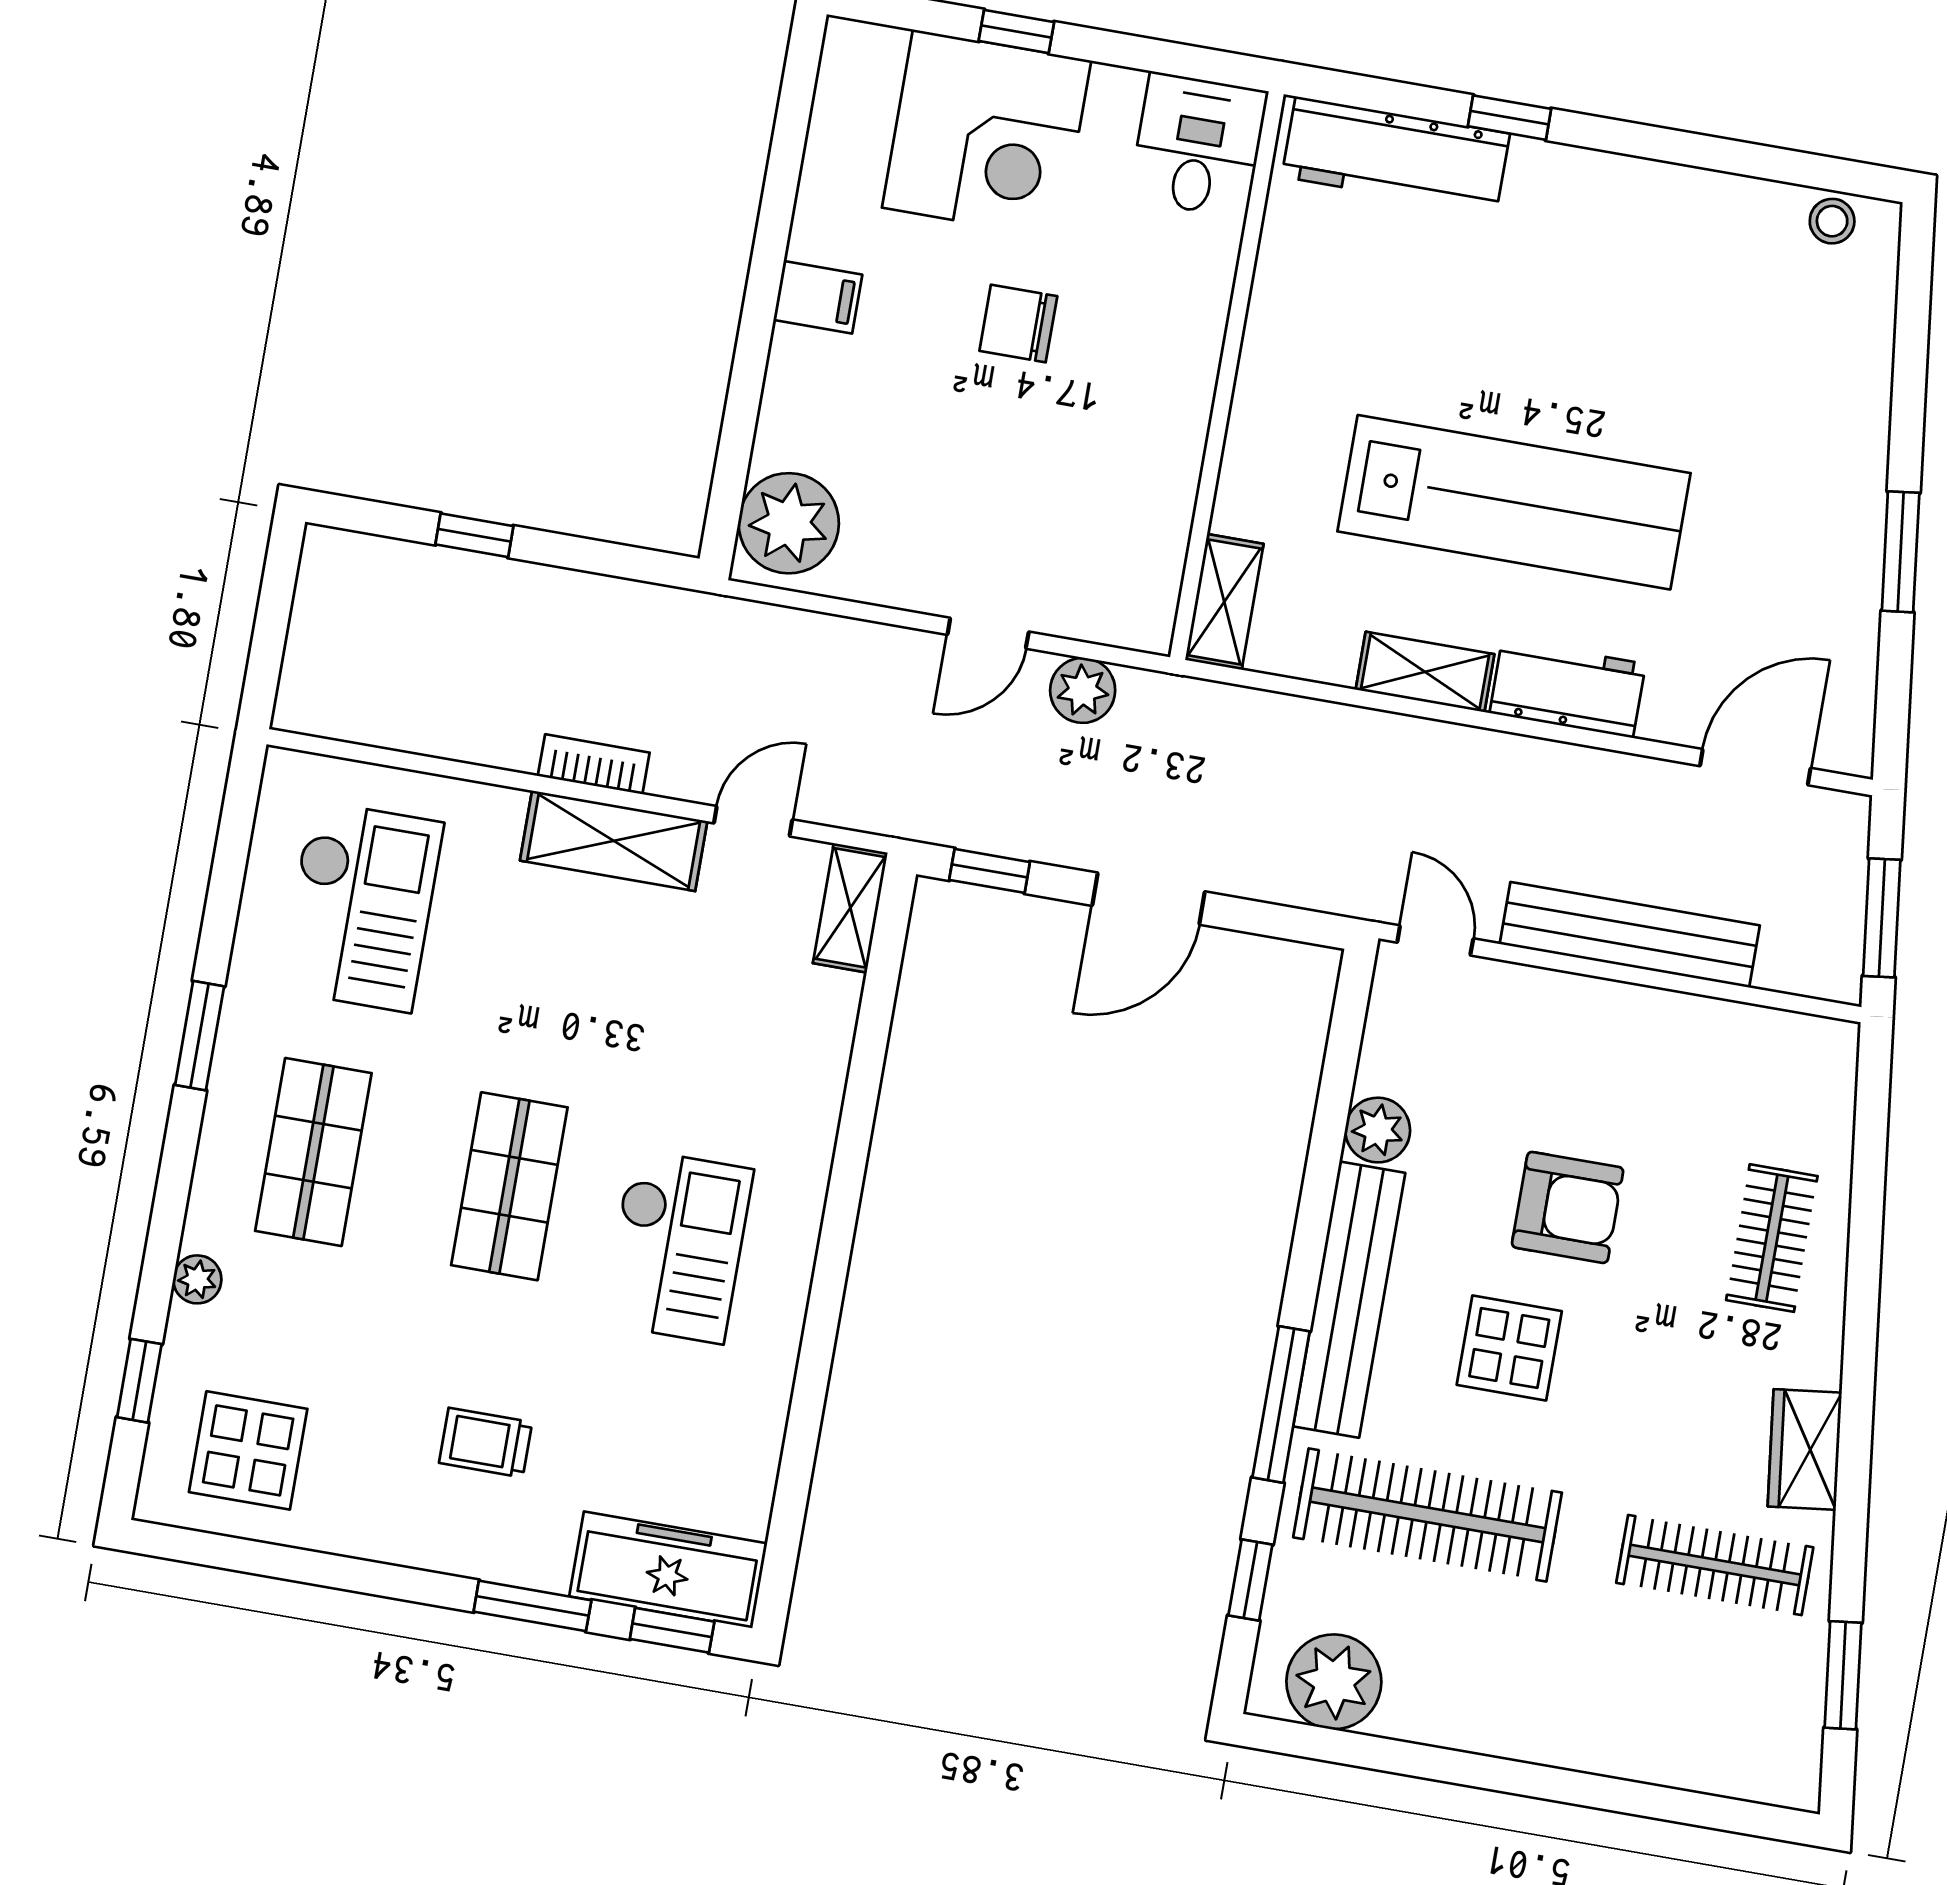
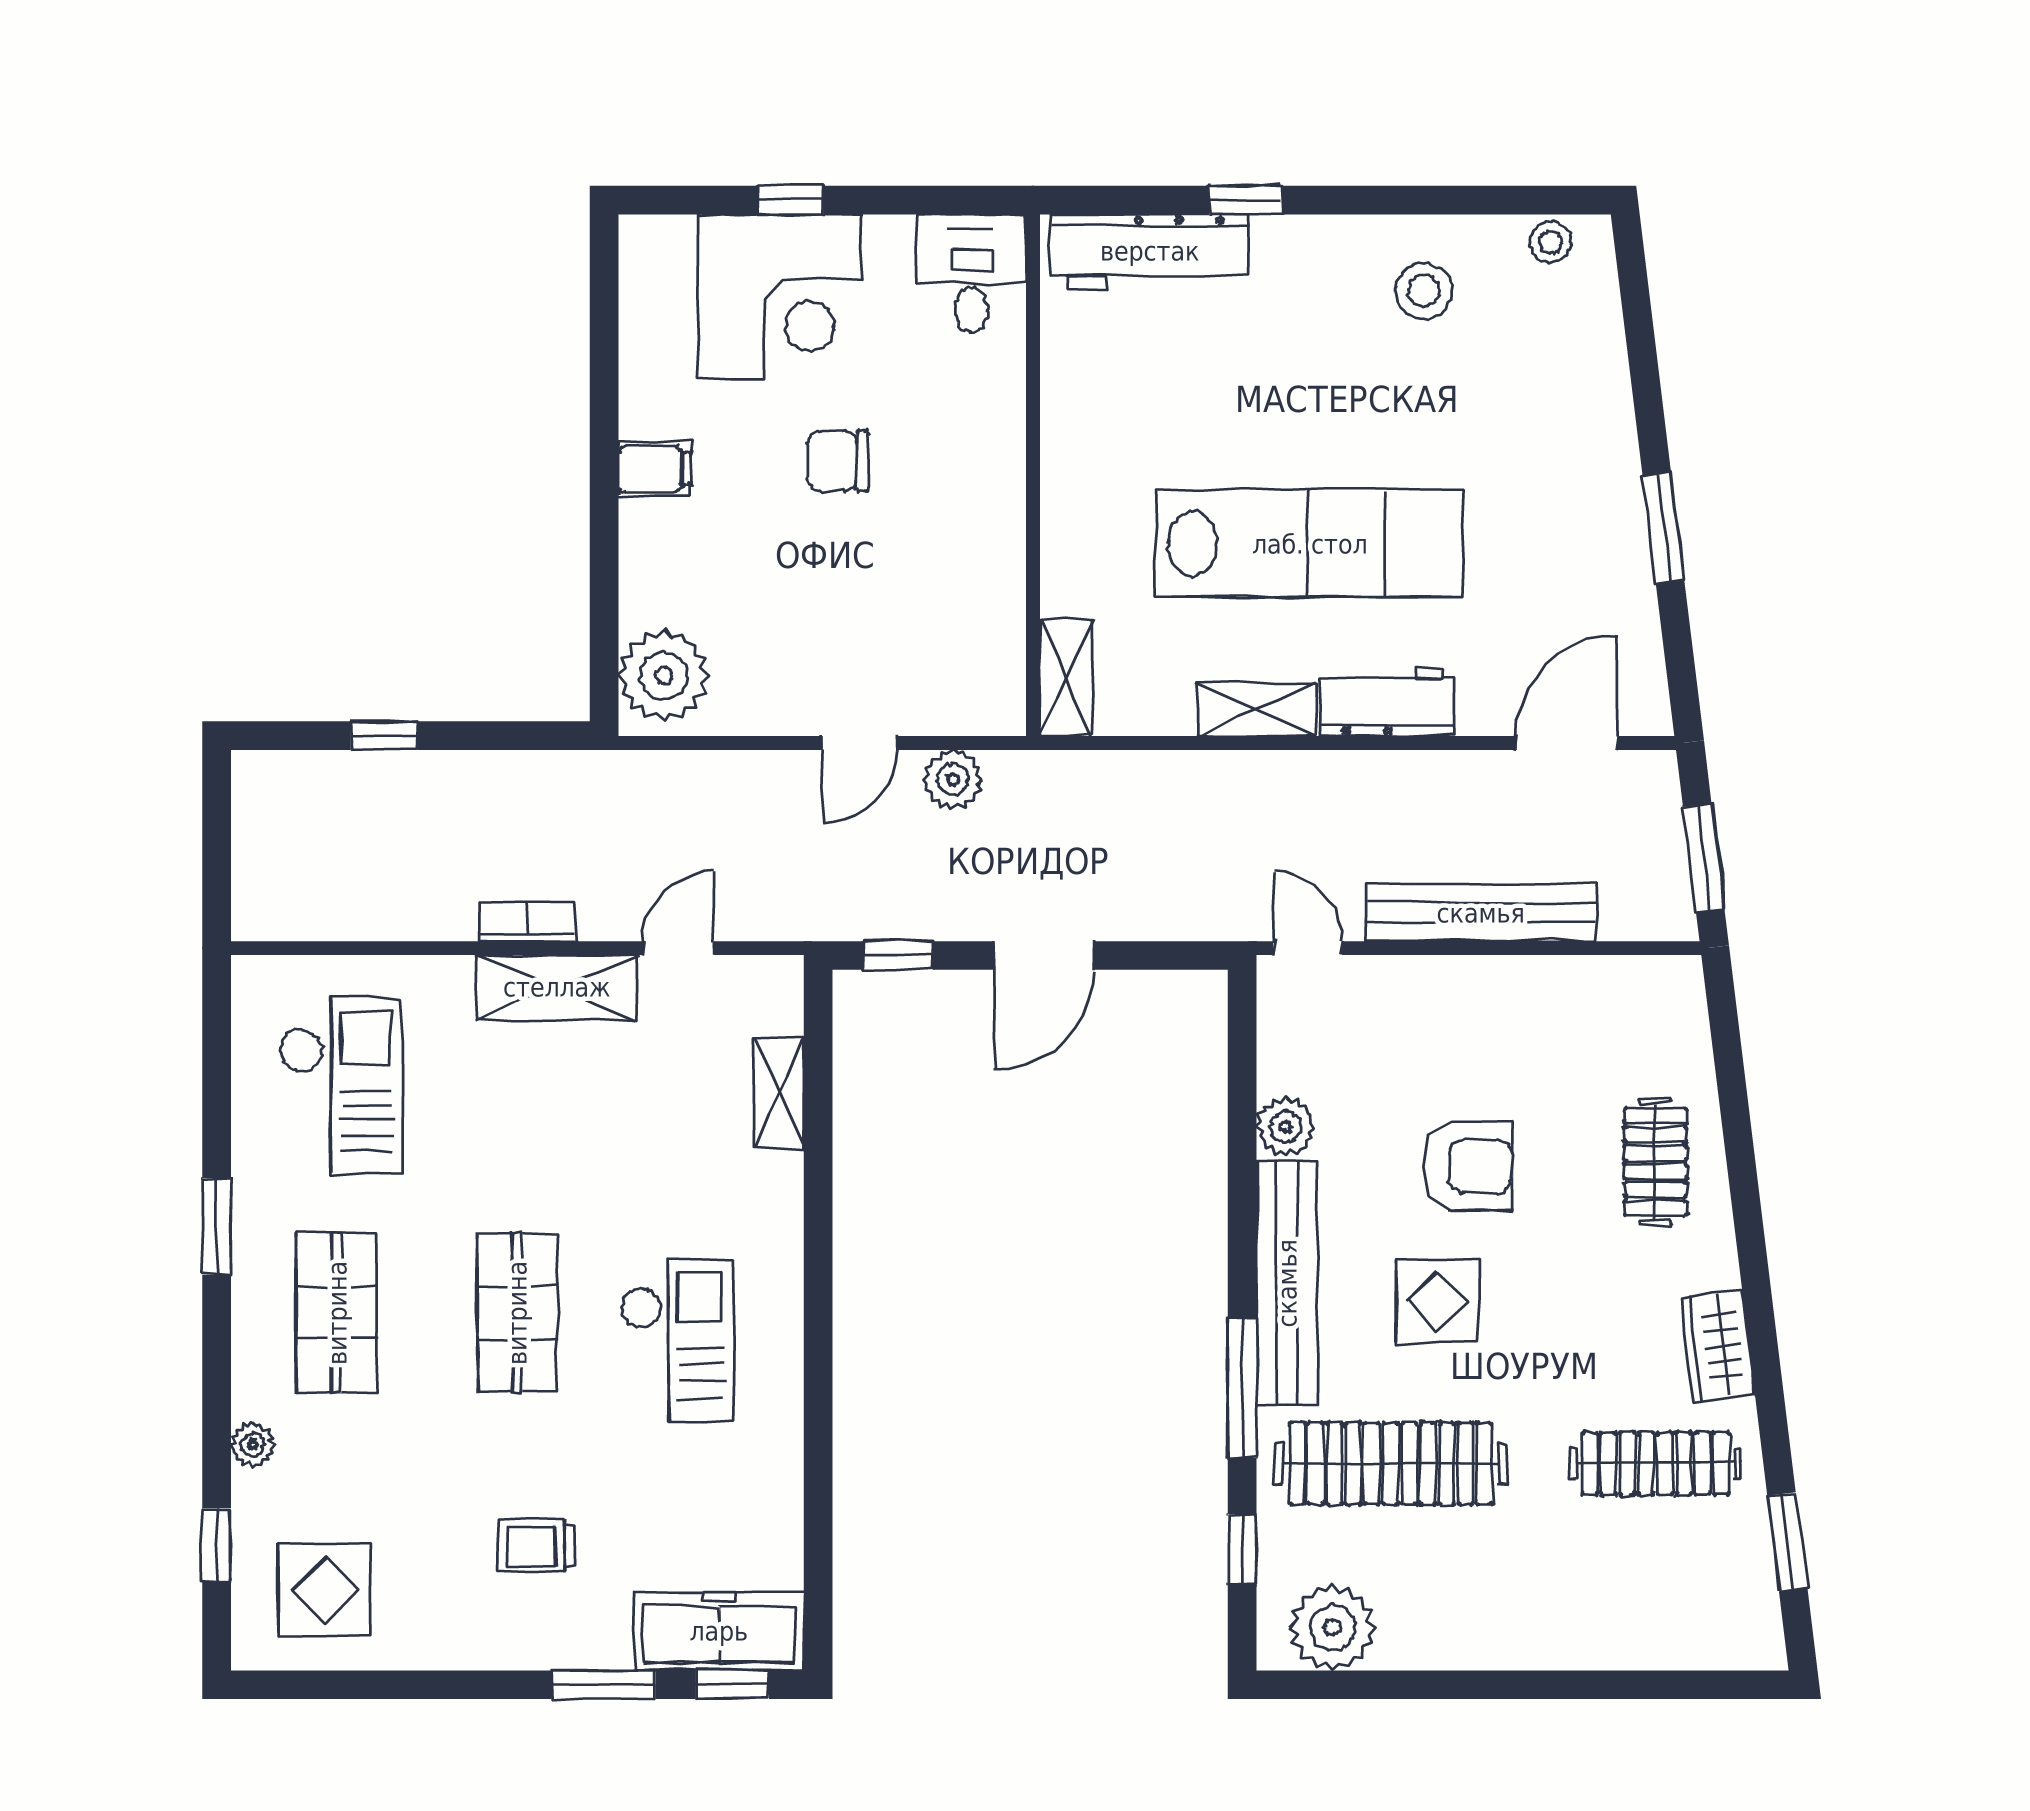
stool: (1685, 249) -> (1424, 291), added
shelving: (850, 908) -> (779, 1094), moved

